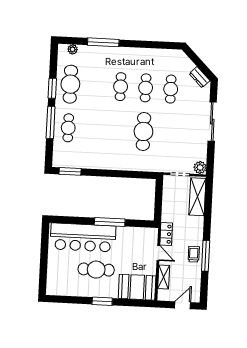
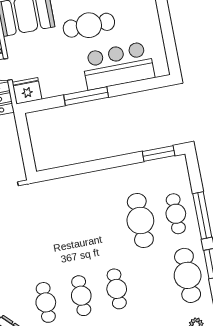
cafe table: (143, 131) -> (140, 221), moved
fridge: (149, 235) -> (27, 91), added
bar counter: (83, 237) -> (118, 66), width x0.73

